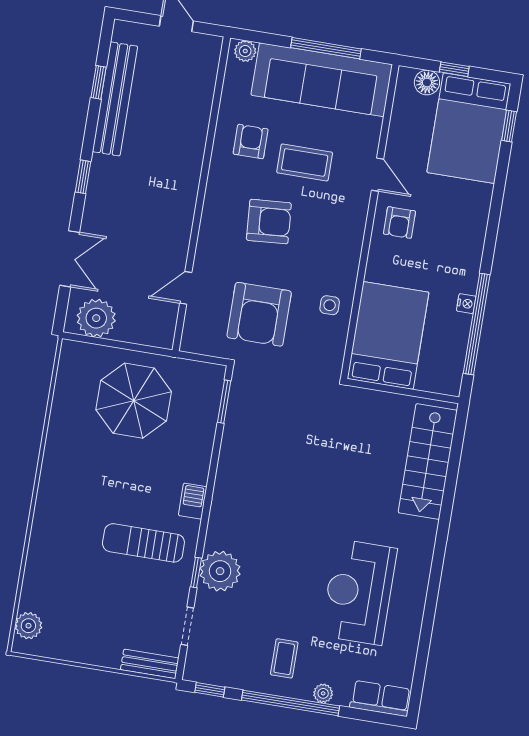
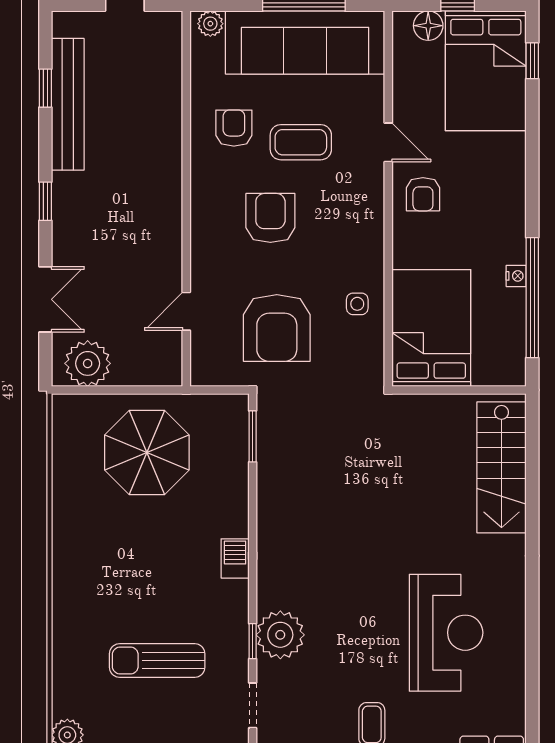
armchair: (269, 222) -> (270, 218), turned -86
sun lounger: (143, 543) -> (157, 660), moved
reception desk: (359, 592) -> (446, 633), turned 180

